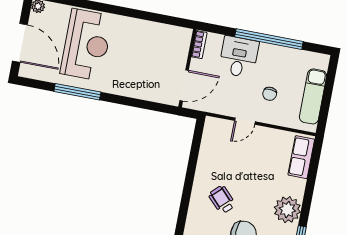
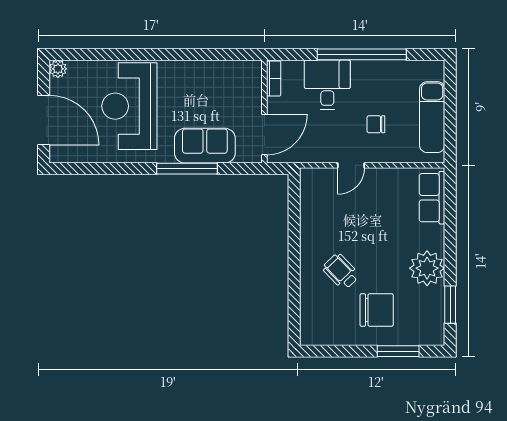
reception desk: (87, 45) -> (129, 106), turned 180
sofa: (138, 85) -> (205, 146), added
window: (77, 92) -> (187, 169), moved
chair: (270, 94) -> (376, 124), turned 86

